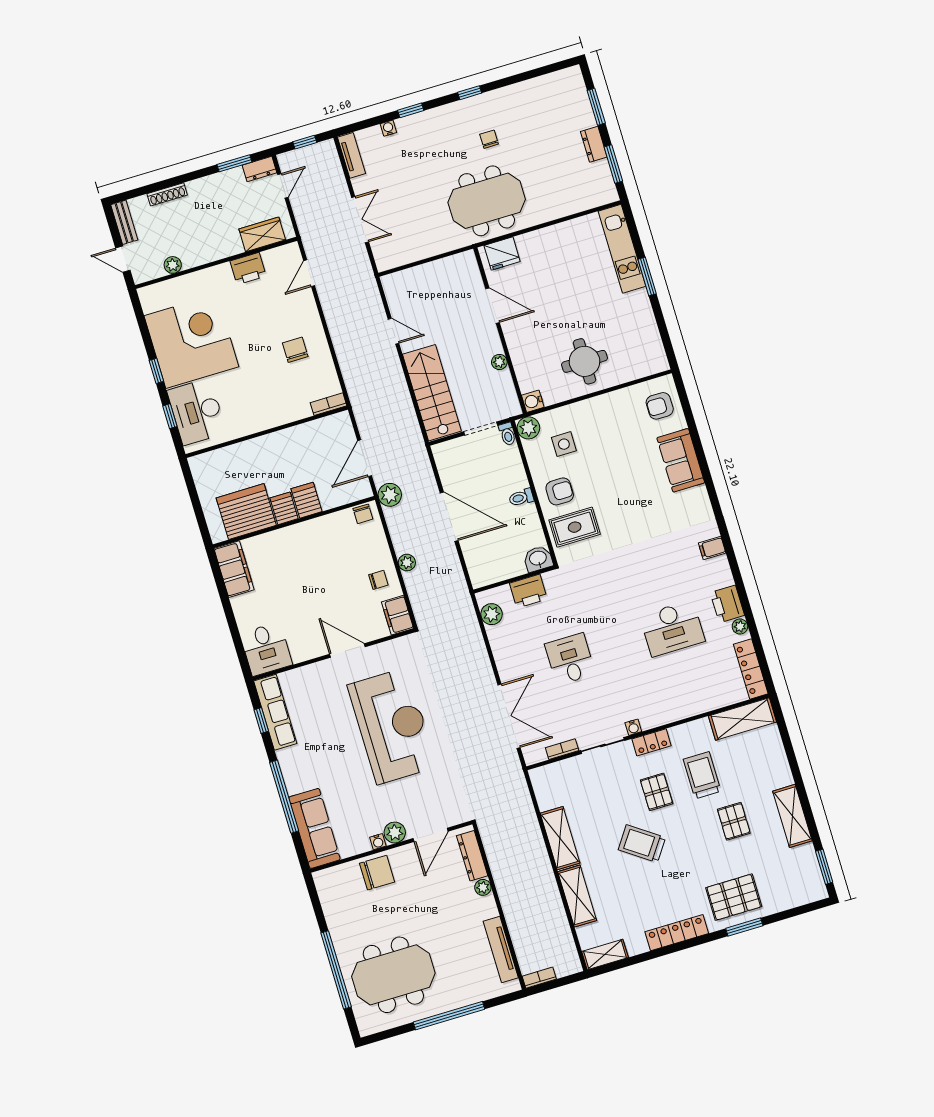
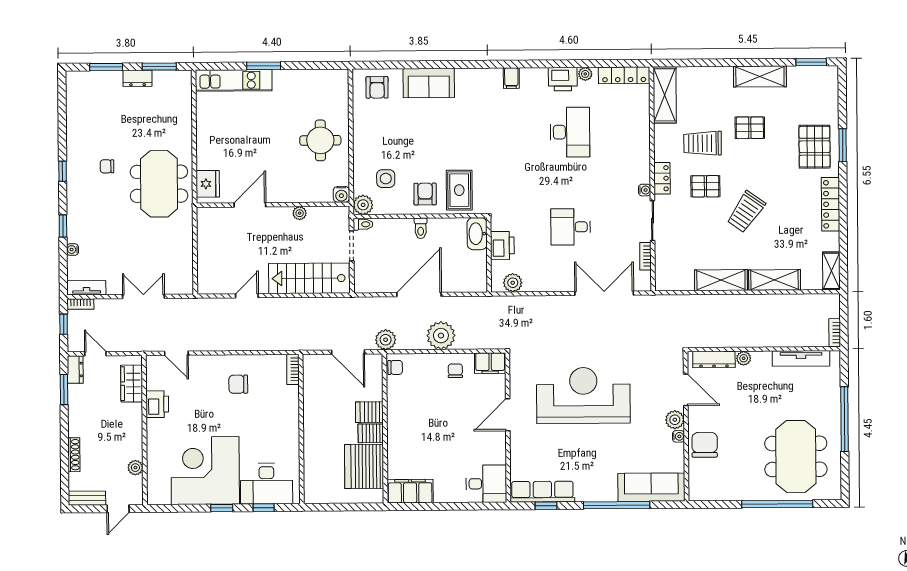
bookcase: (332, 154) -> (80, 304), added
washbasin: (538, 559) -> (477, 234), width x1.38
plant: (407, 563) -> (441, 336), width x1.87, depth x1.87

